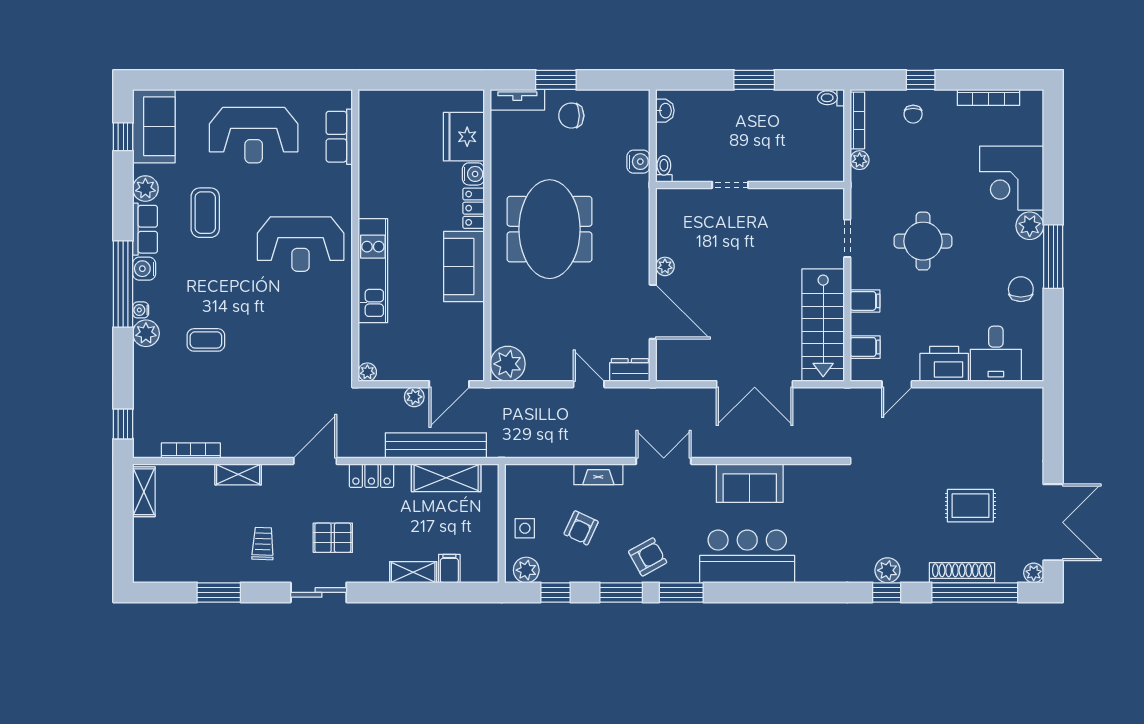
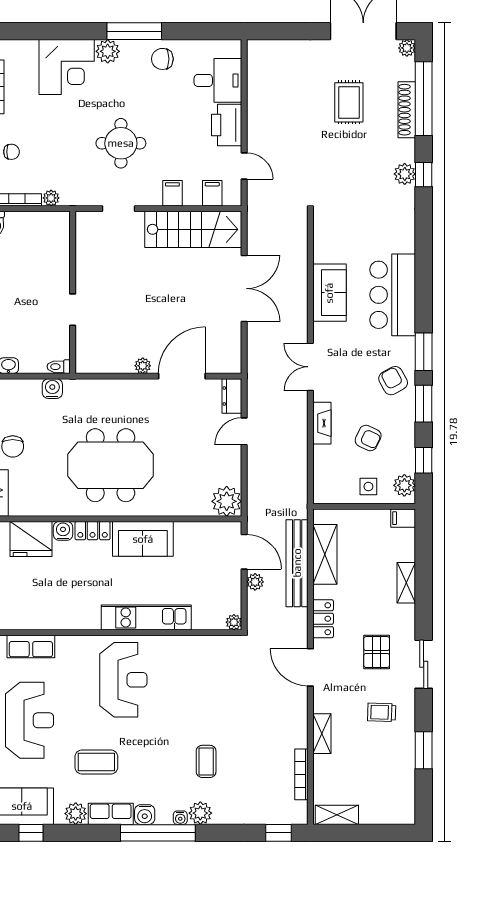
filing cabinet: (449, 569) -> (403, 518), moved

